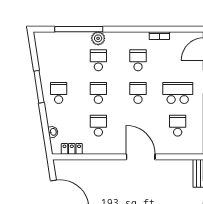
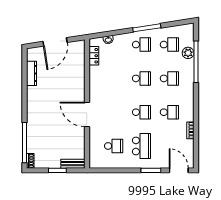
plant: (98, 38) -> (188, 53), moved
school desk: (98, 126) -> (169, 45), moved
door: (141, 157) -> (87, 115), swing flipped

